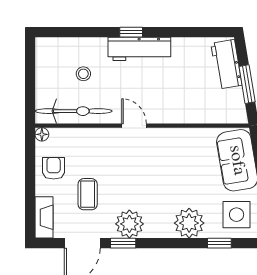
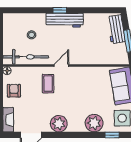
door: (134, 126) -> (61, 65), hinge flipped
coffee table: (88, 194) -> (48, 84), moved
window: (123, 243) -> (55, 135), removed

